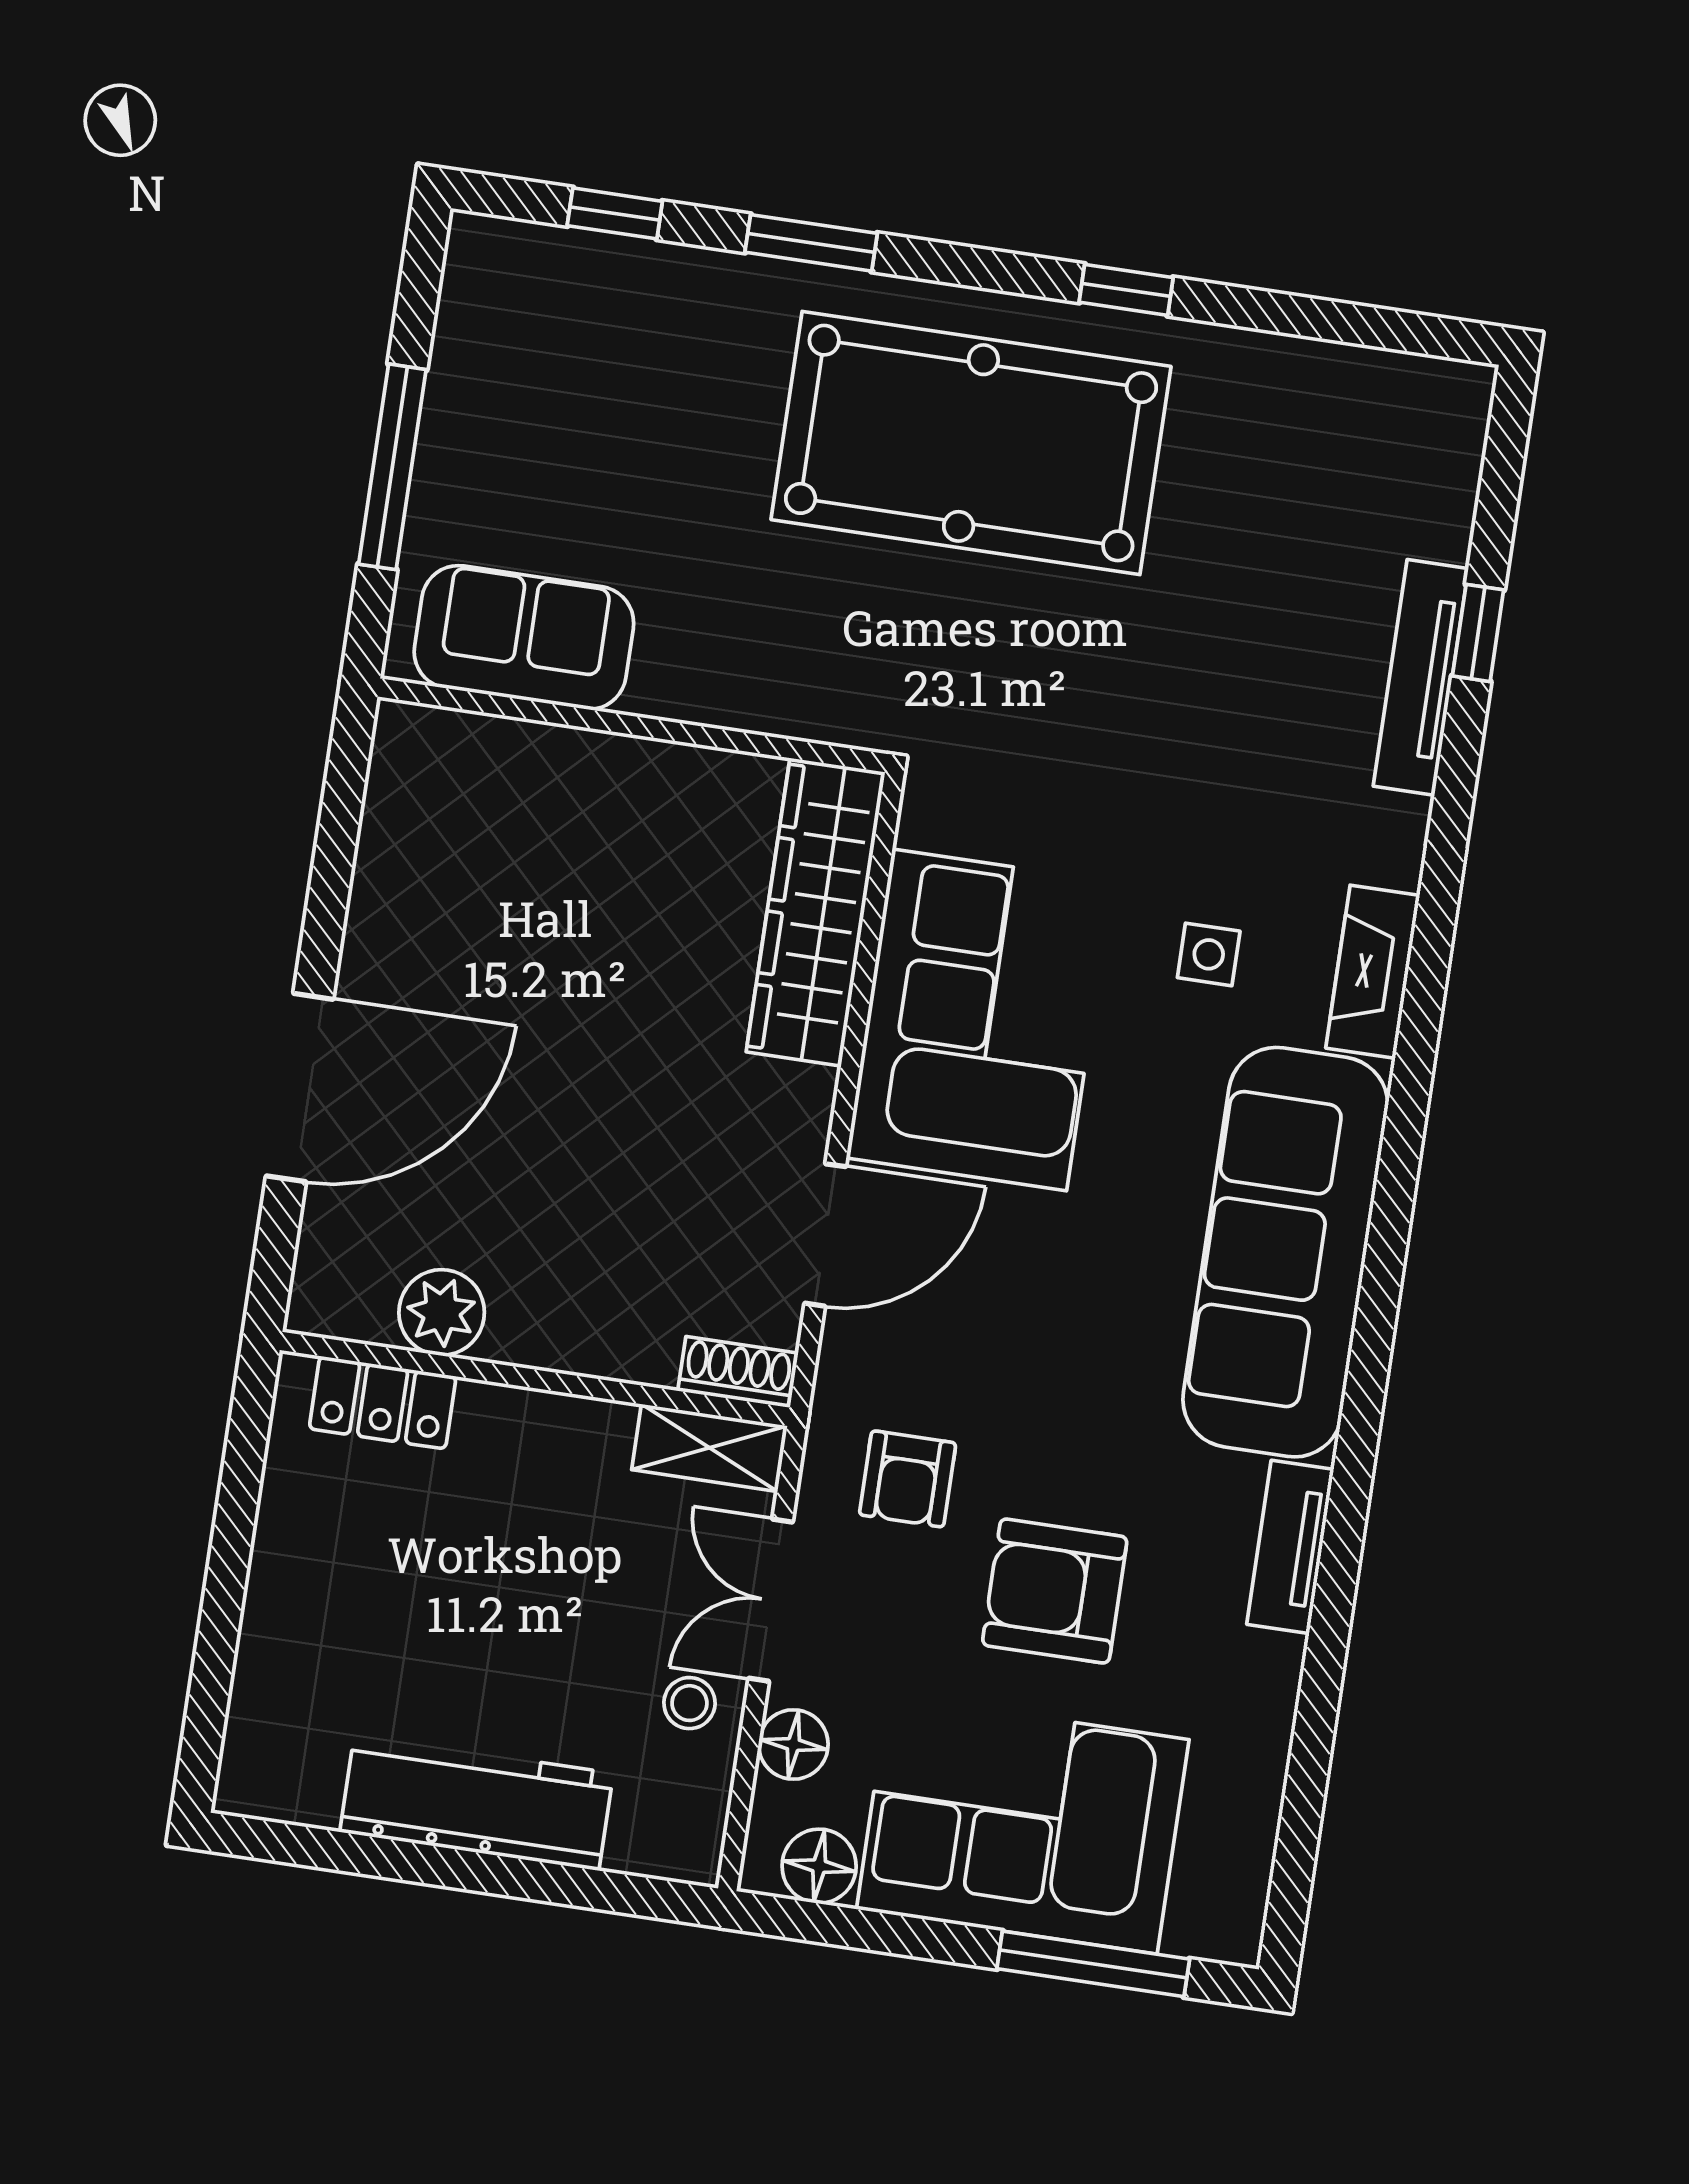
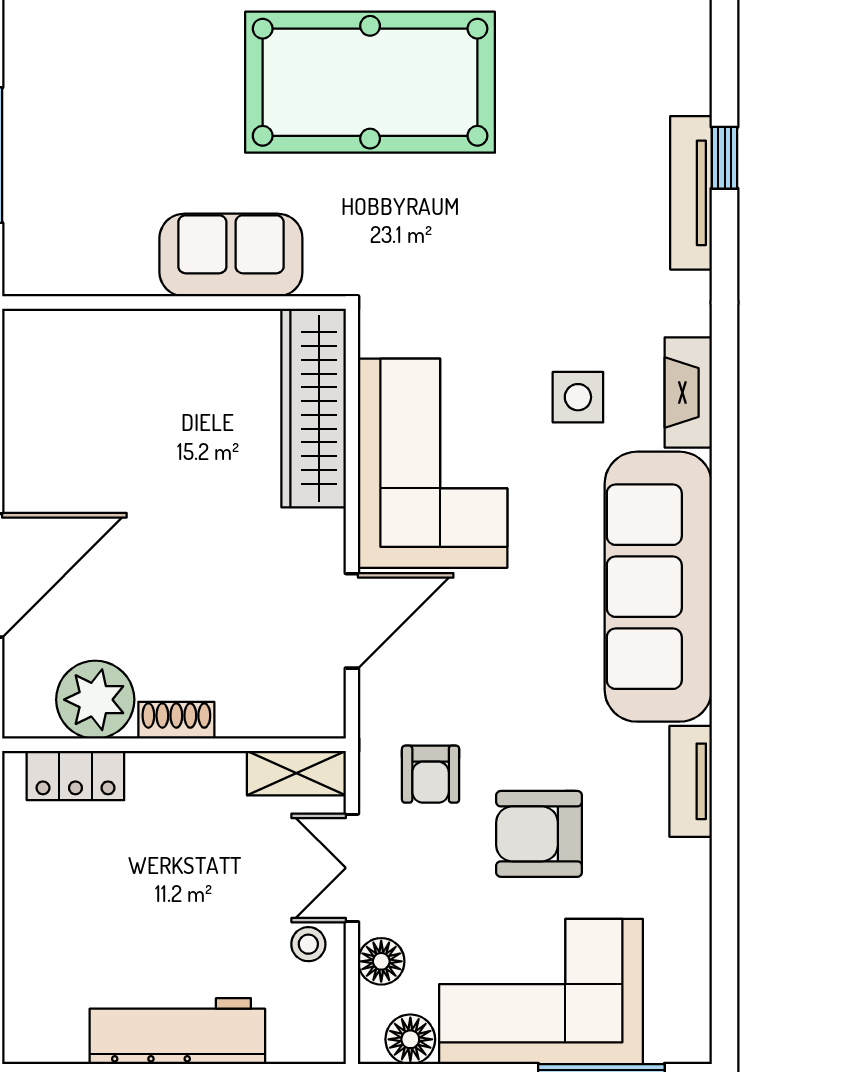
sofa: (524, 637) -> (231, 255), moved
side table: (1209, 954) -> (578, 397), width x1.37, depth x1.37
plant: (442, 1312) -> (95, 700), width x1.36, depth x1.36
shoe rack: (738, 1372) -> (176, 720), moved

